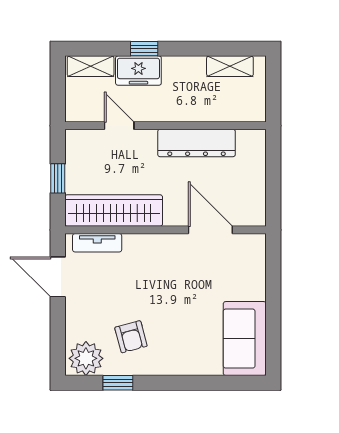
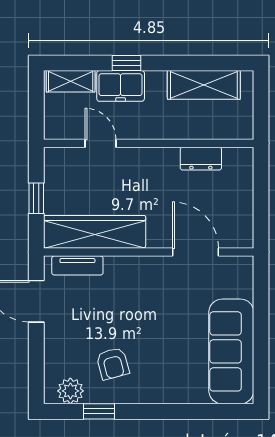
shelving: (230, 66) -> (204, 85), width x1.50, depth x1.33
dresser: (197, 143) -> (201, 159), width x0.51, depth x0.80
sofa: (245, 339) -> (231, 351), width x1.36
plant: (86, 358) -> (70, 391), width x0.73, depth x0.73

